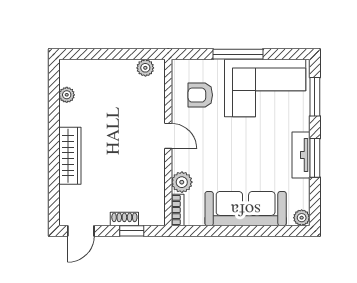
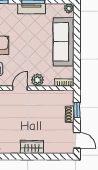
wardrobe: (70, 156) -> (32, 147), width x0.67
plant: (182, 182) -> (37, 80), moved

